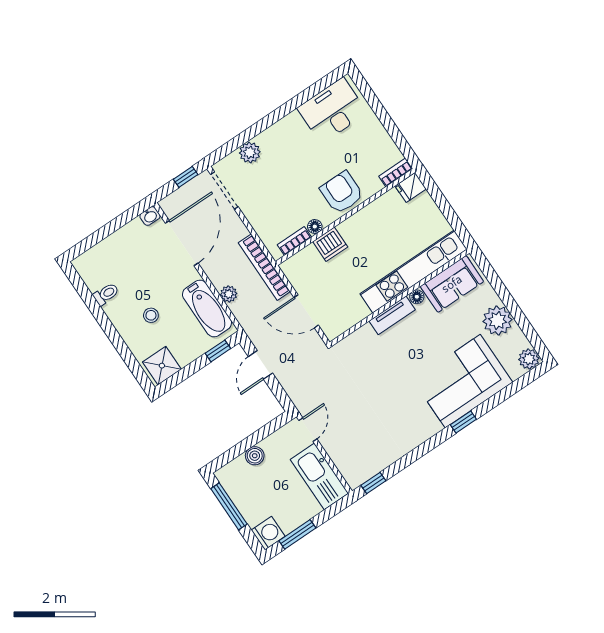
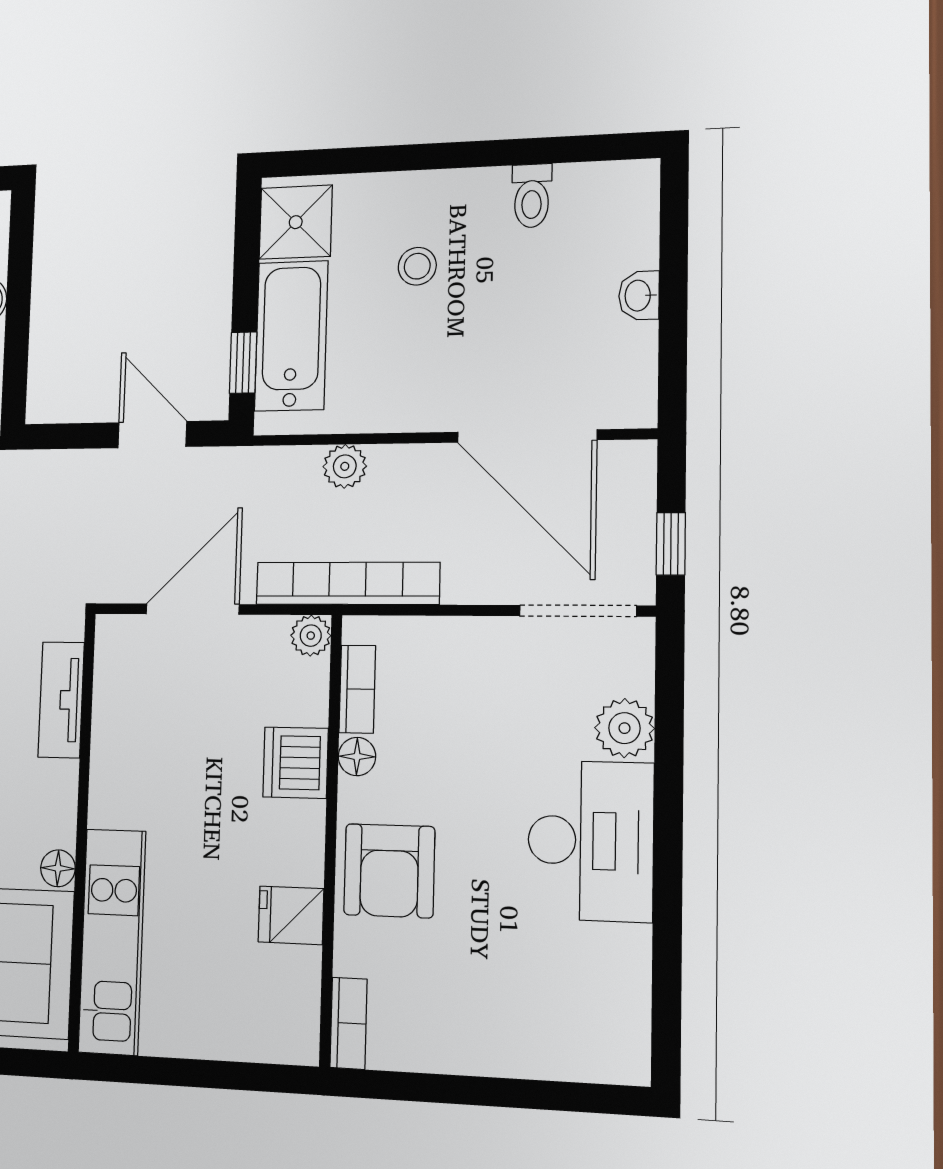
desk: (332, 111) -> (591, 841), moved
fridge: (411, 187) -> (291, 915), moved, turned -90
armchair: (342, 192) -> (389, 871), turned 90
washbasin: (150, 216) -> (639, 296), moved
plant: (288, 267) -> (311, 636), added
kitchen unit: (414, 271) -> (112, 942), width x0.73
bathtub: (207, 309) -> (291, 336), moved, turned 90
tv unit: (392, 315) -> (61, 700), moved

